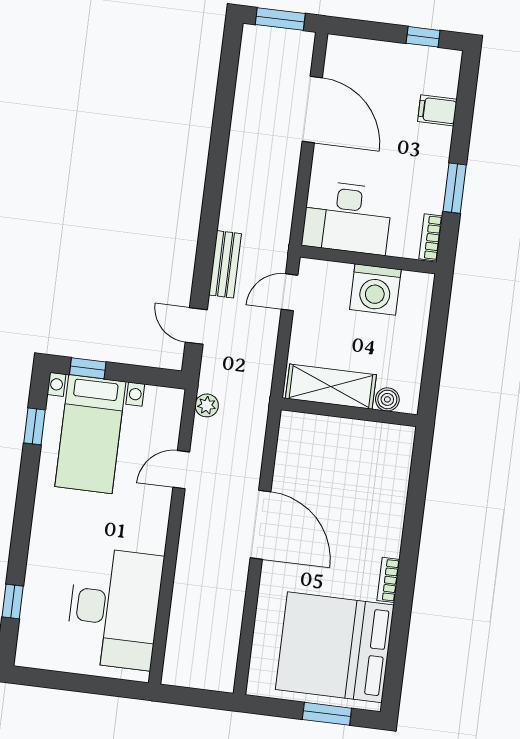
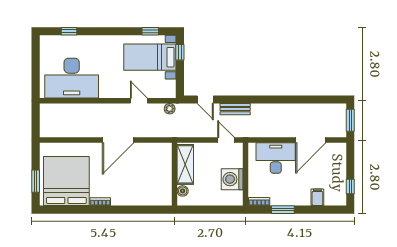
desk: (347, 218) -> (276, 158), moved, turned 90
door: (196, 326) -> (205, 99), swing flipped

